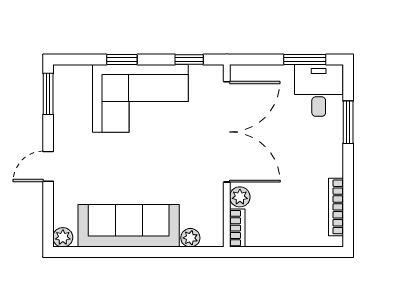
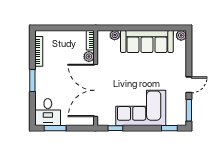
window: (122, 59) -> (169, 128), moved
window: (348, 122) -> (32, 80), moved
door: (48, 166) -> (189, 85), moved

